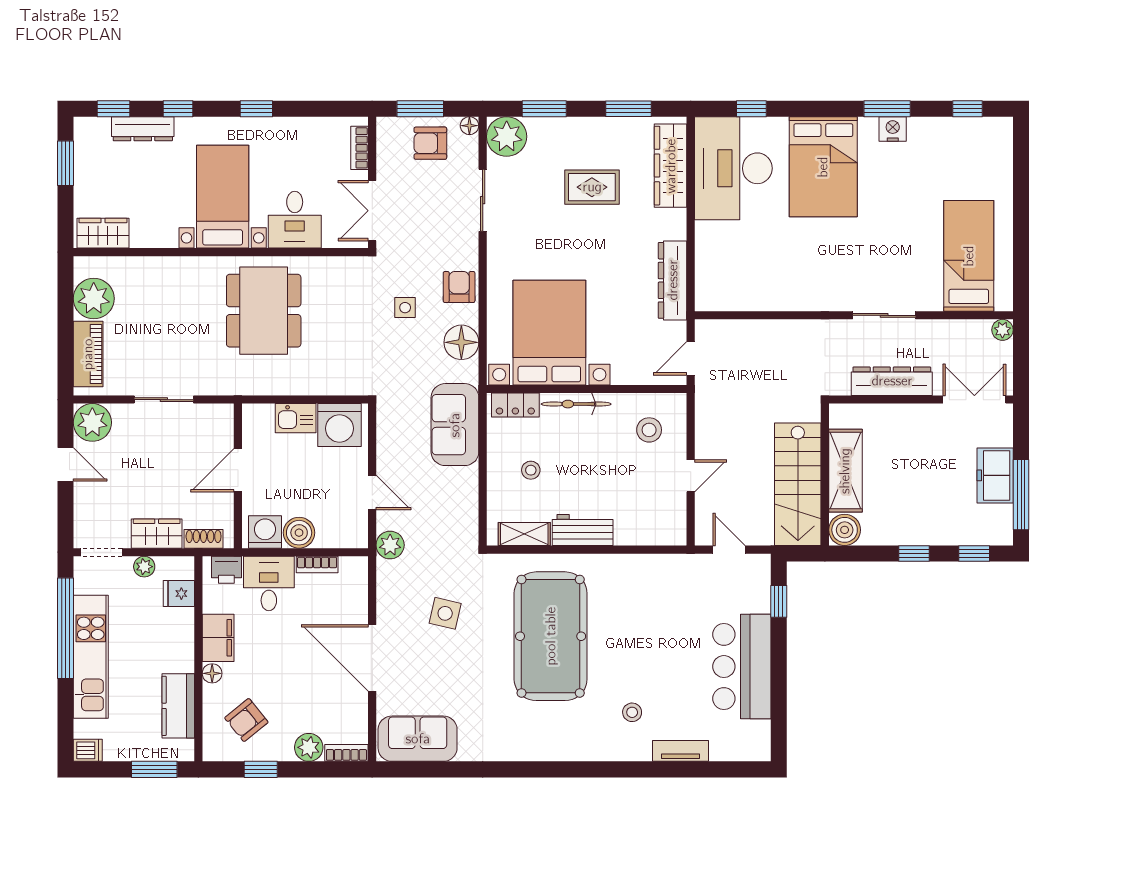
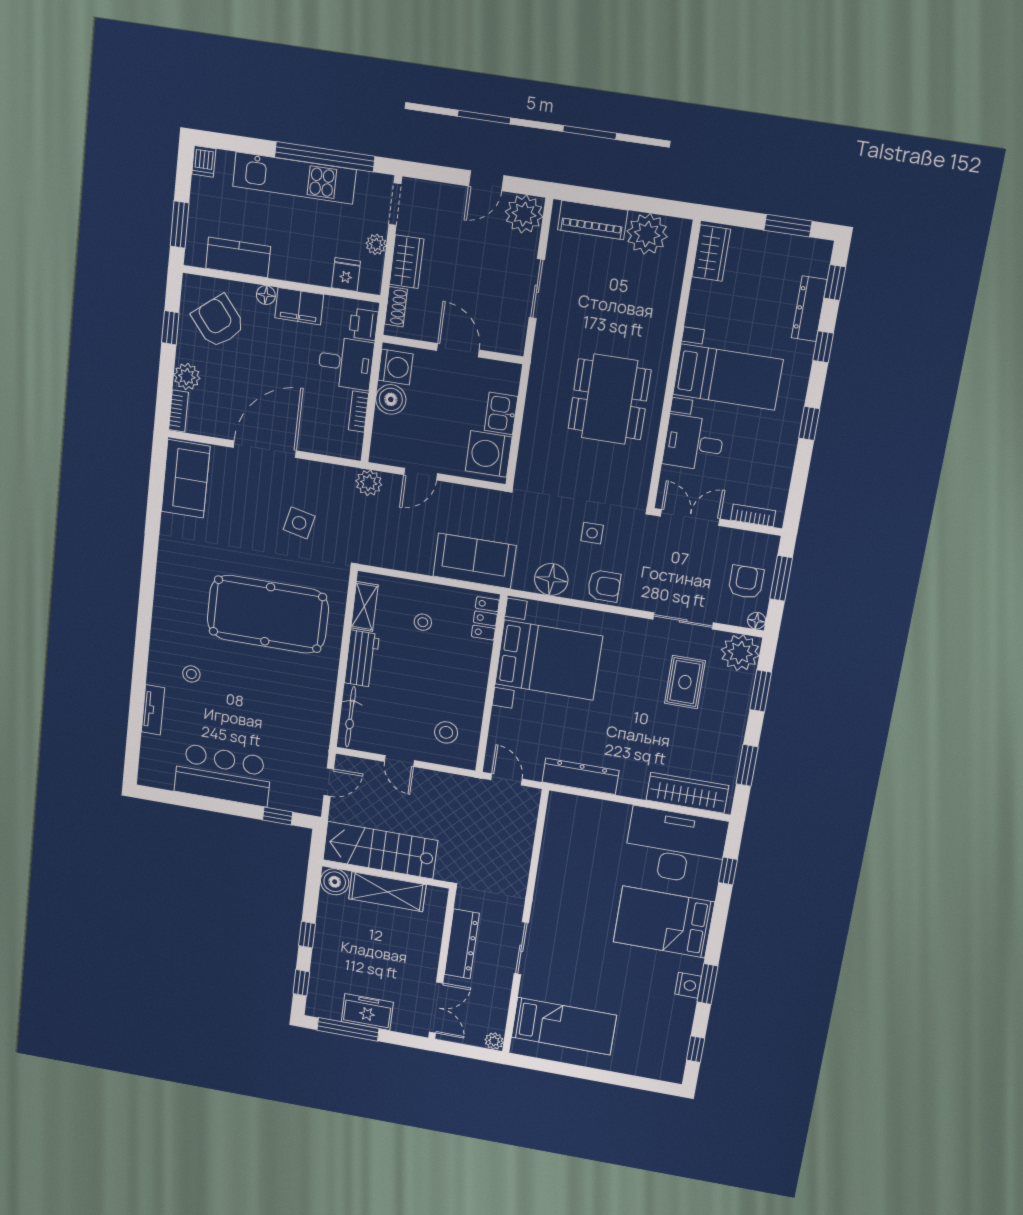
rug: (592, 187) -> (685, 682), moved
dining table: (264, 311) -> (610, 399), turned 90
bicycle: (576, 404) -> (350, 717), moved, turned 180
armchair: (246, 720) -> (218, 321), width x1.38, depth x1.38

